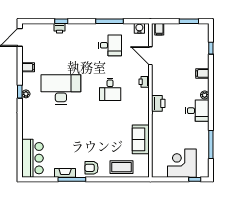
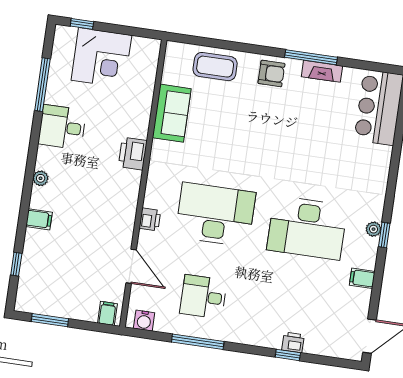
desk: (110, 89) -> (215, 215), width x1.87, depth x1.30
printer: (158, 103) -> (133, 154), moved
desk: (197, 111) -> (62, 127), moved

